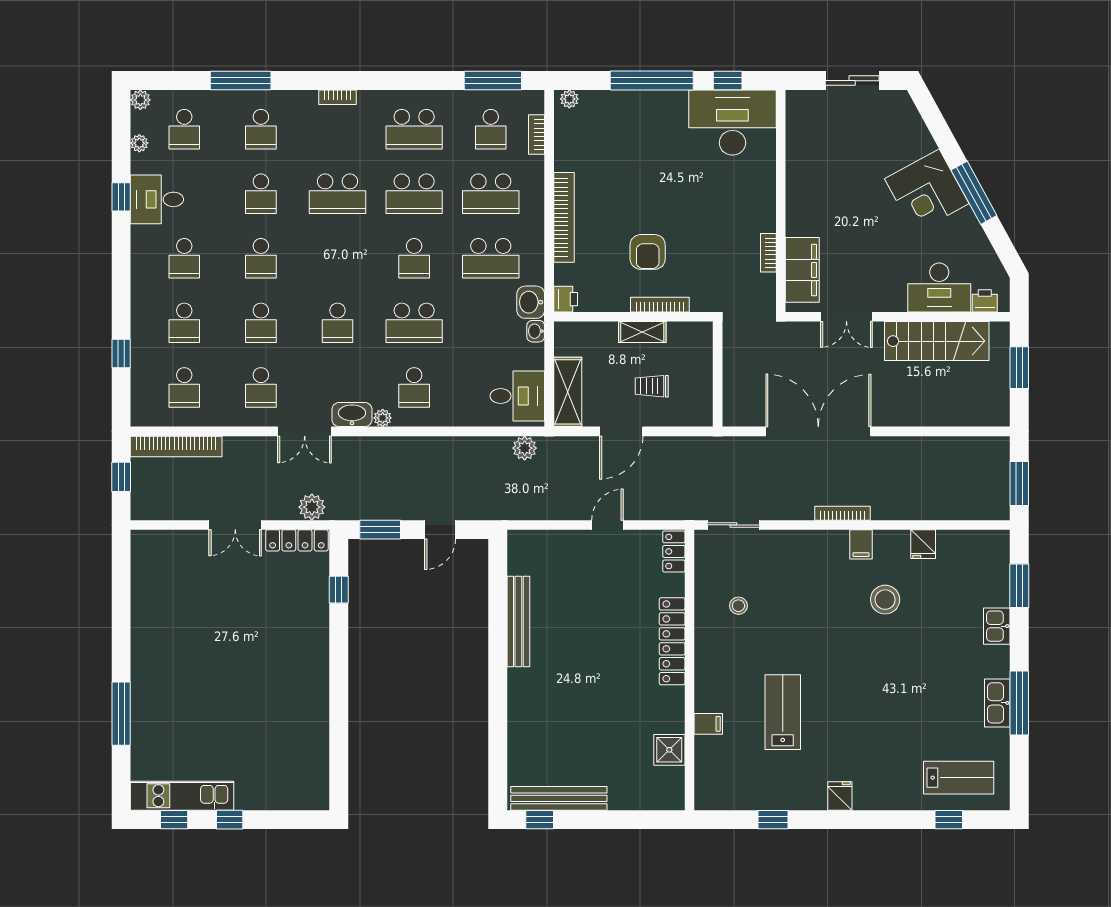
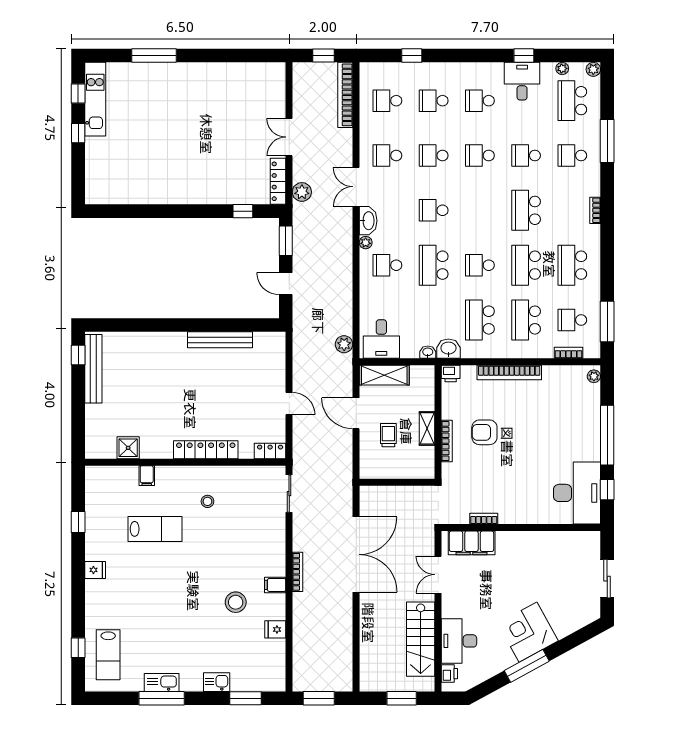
school desk: (184, 129) -> (572, 101), width x1.85
stool: (738, 606) -> (207, 501), moved

